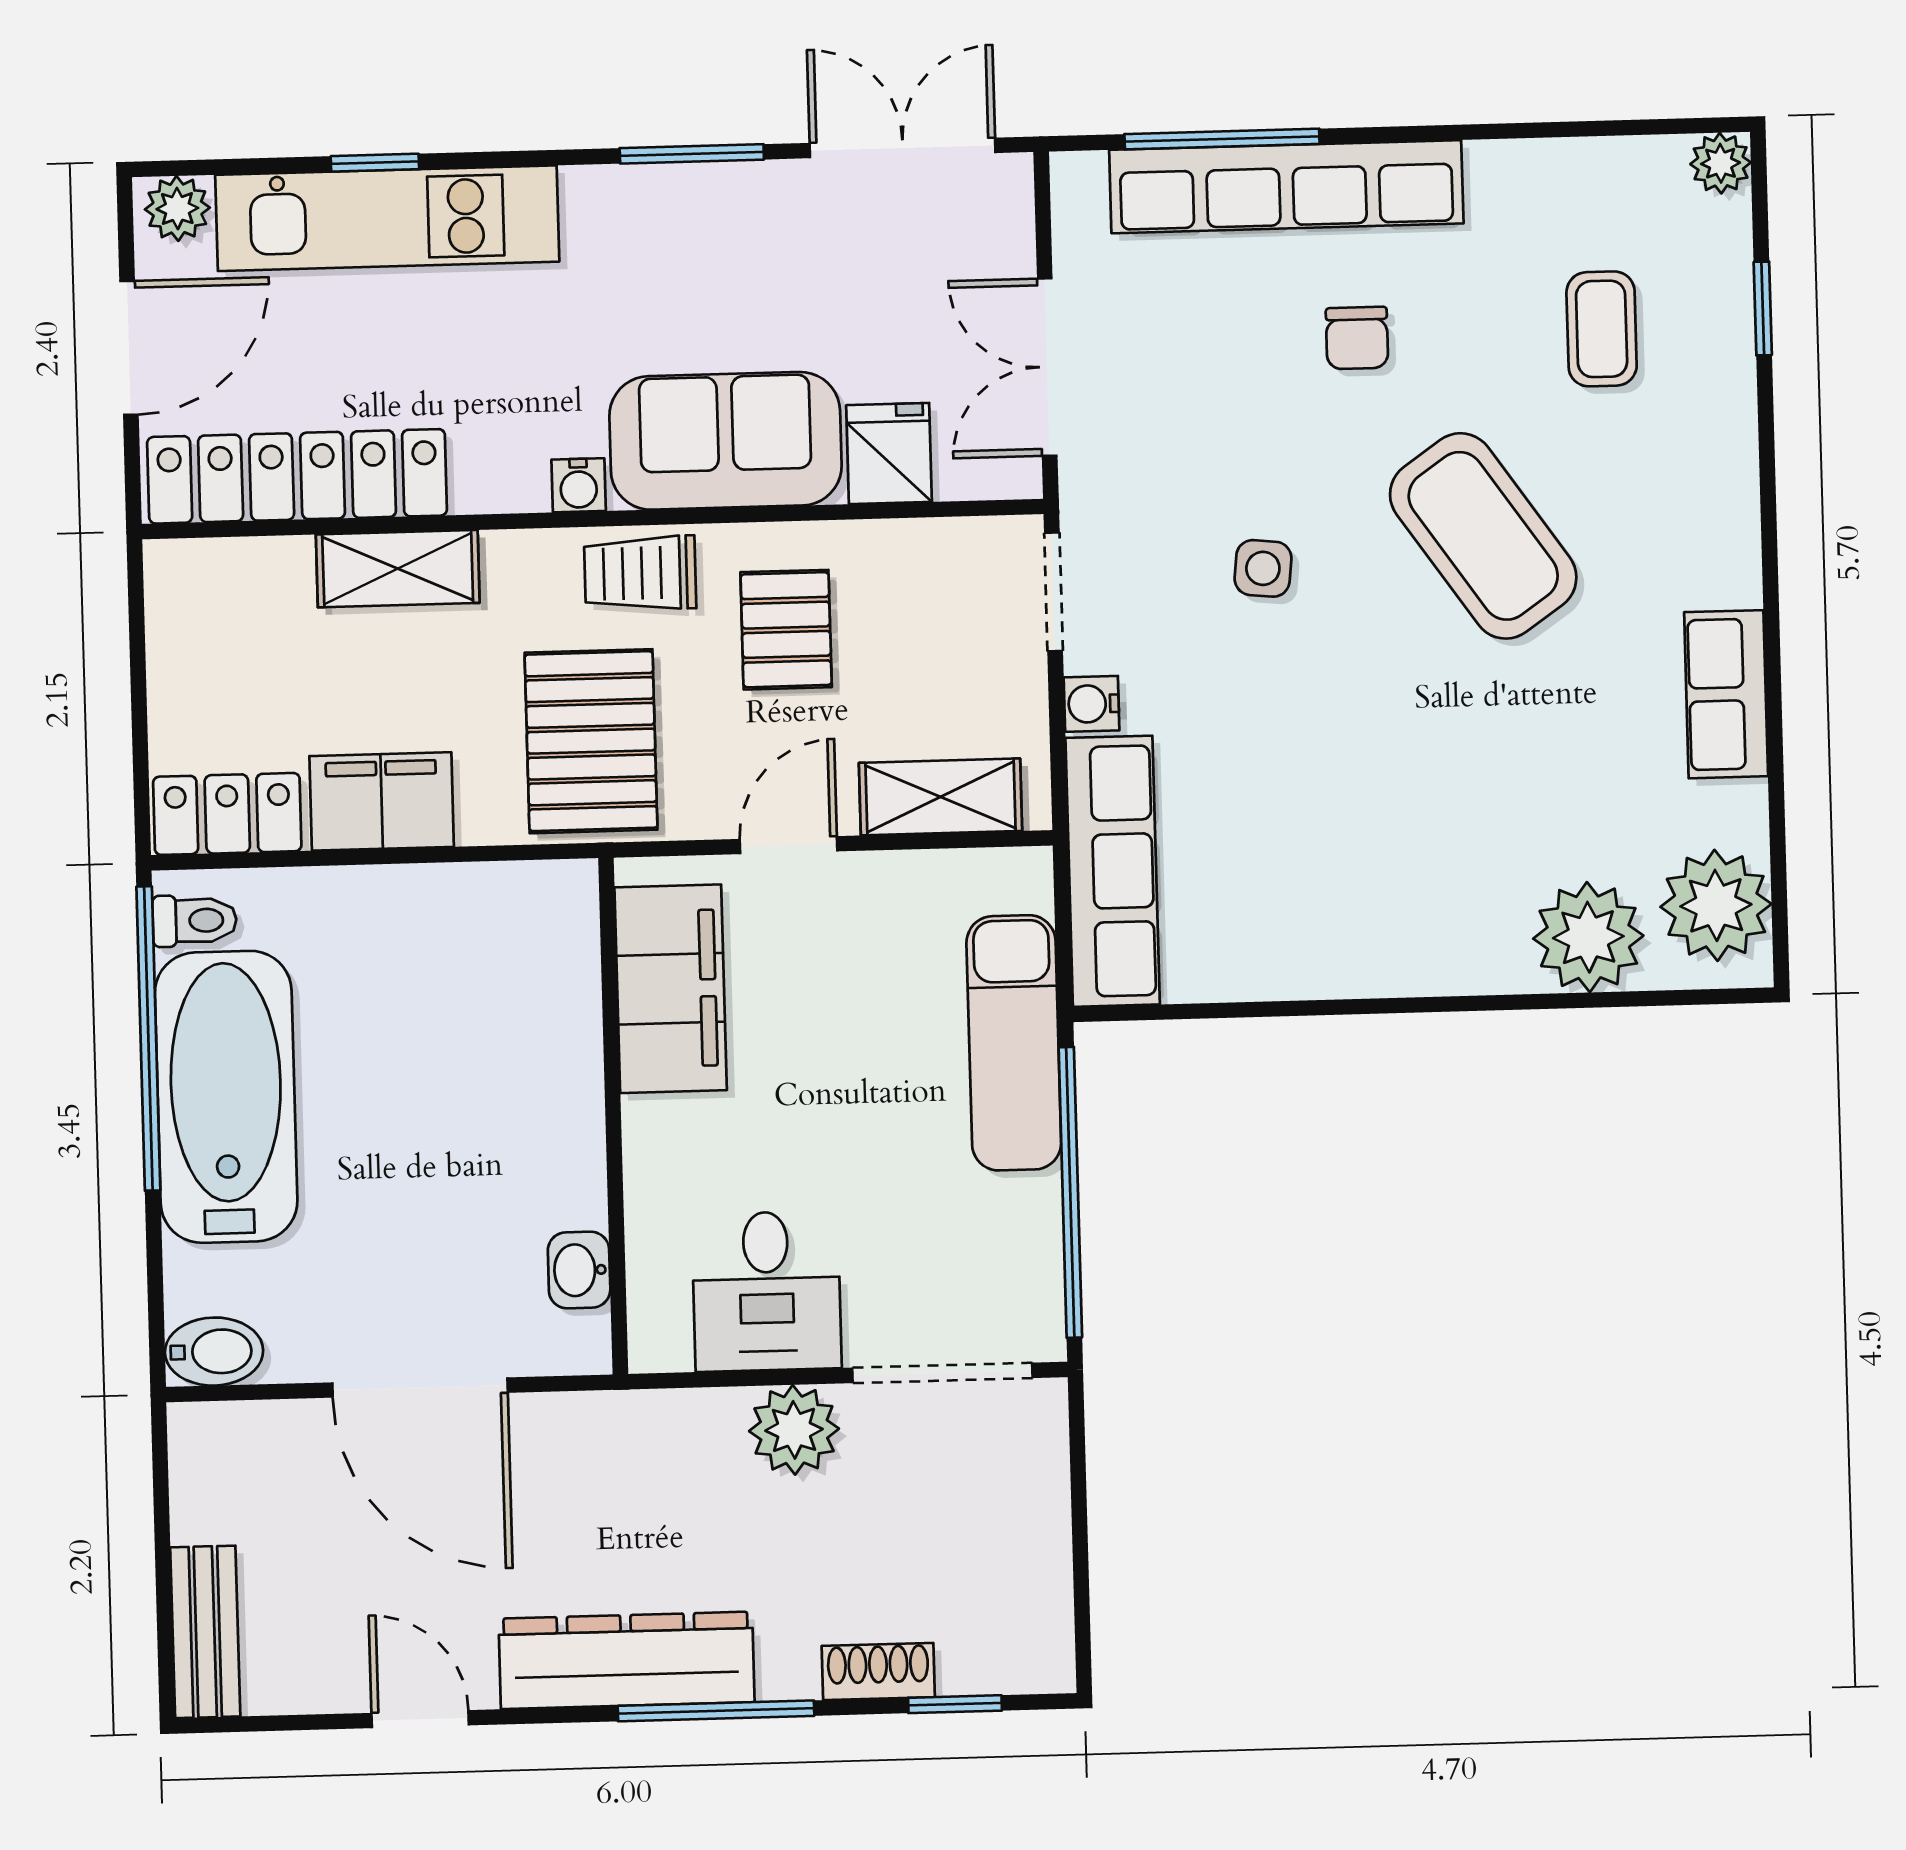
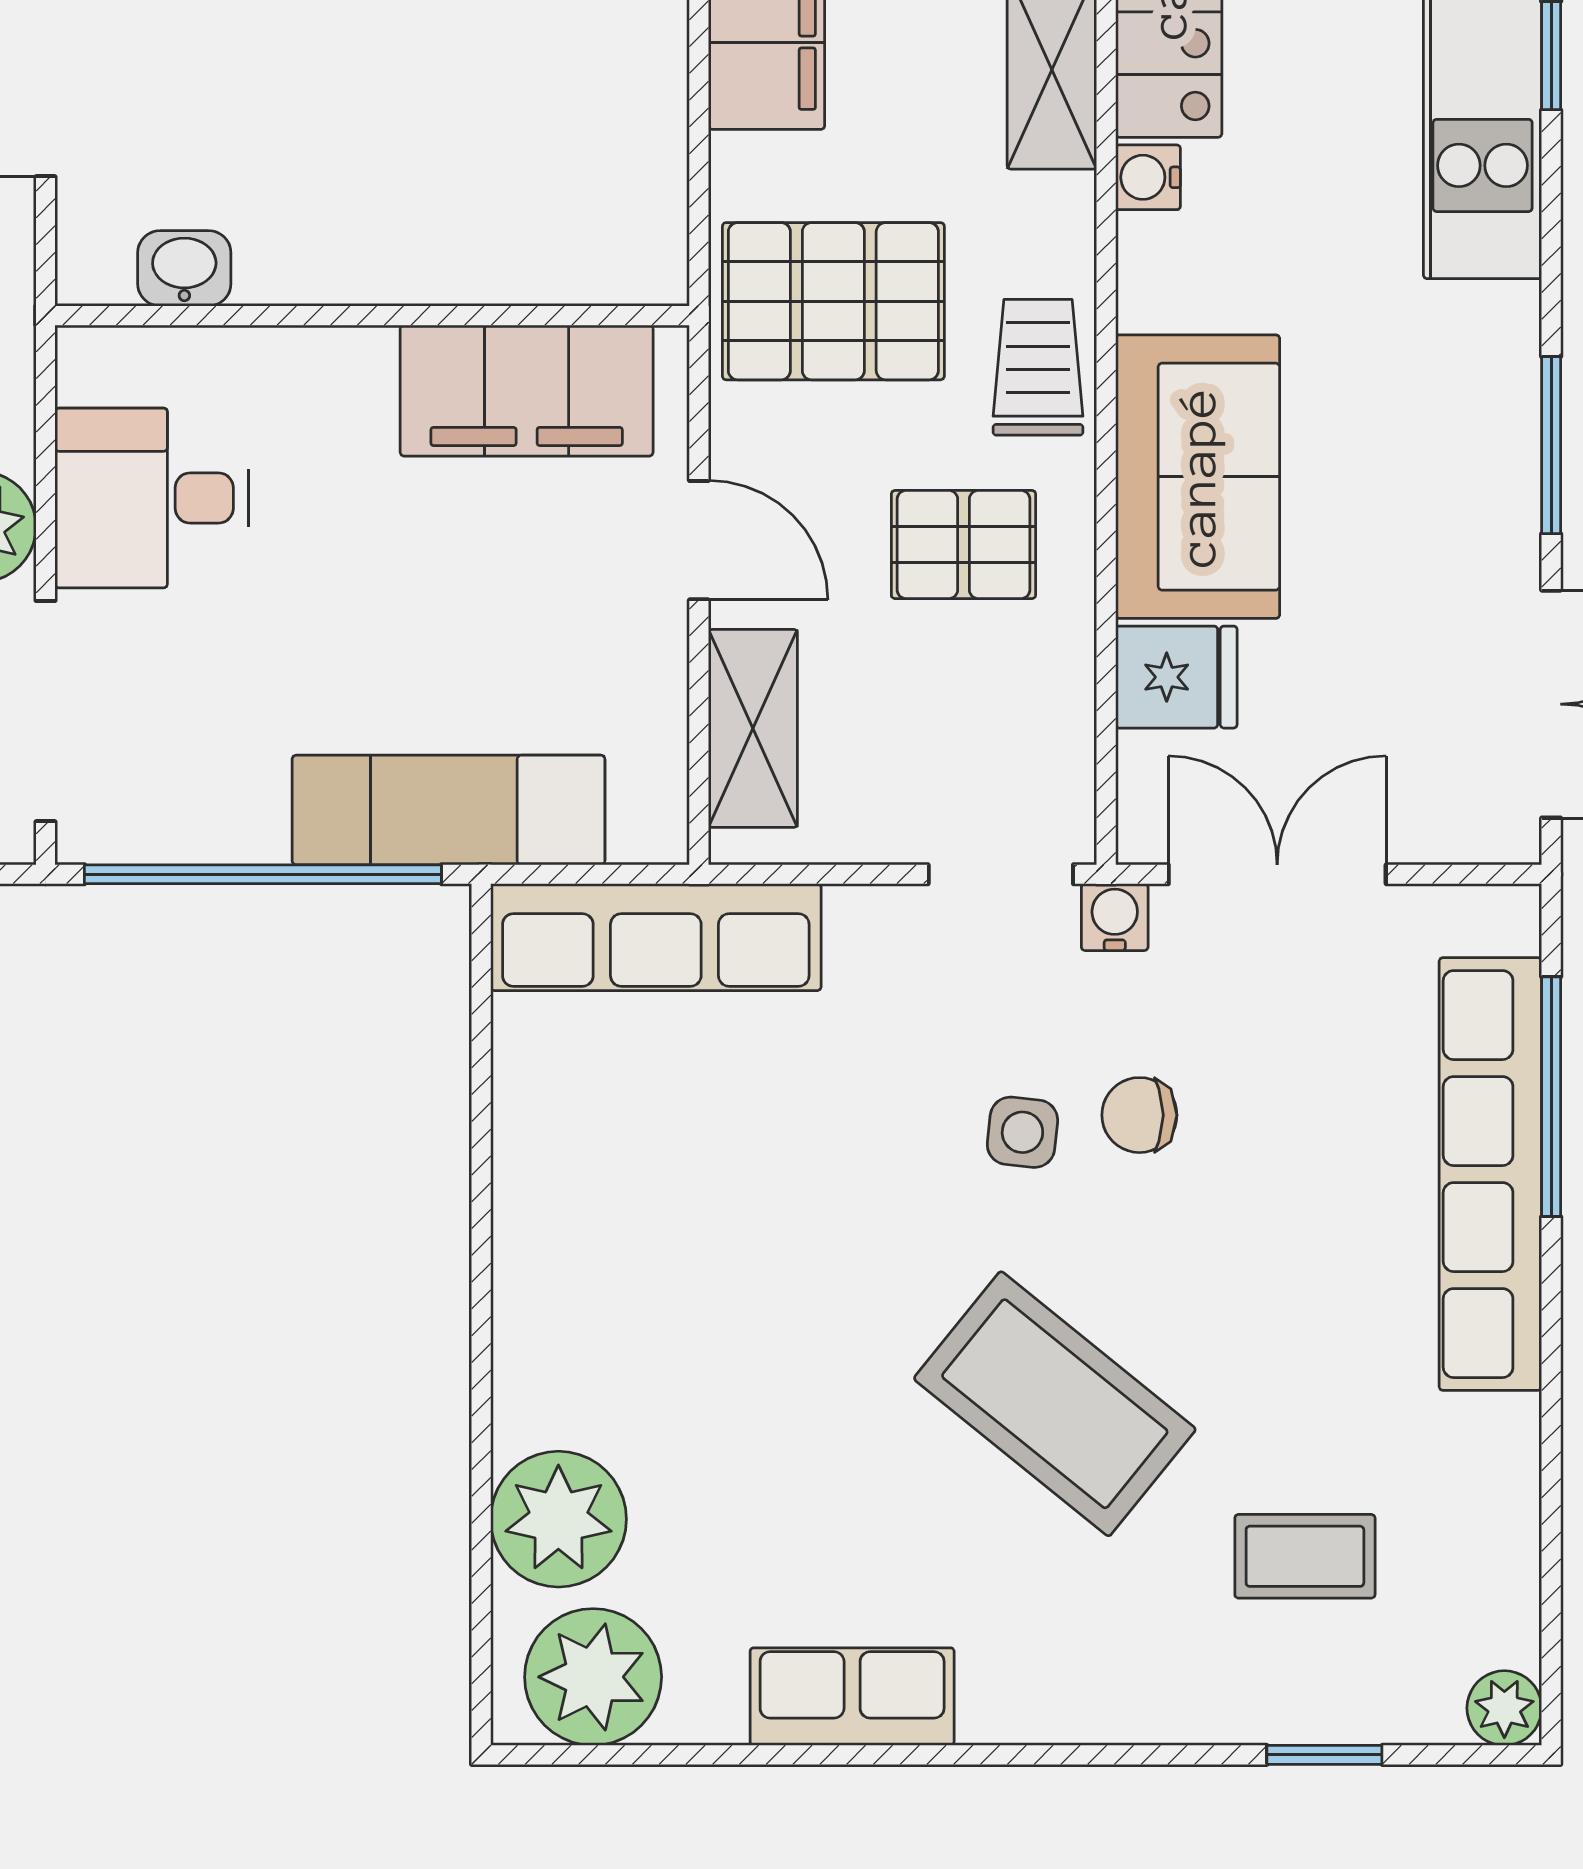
chair: (1357, 338) -> (1139, 1115), moved
water cooler: (579, 485) -> (1148, 177), moved
coffee table: (1483, 536) -> (1055, 1404), turned 74
water cooler: (1092, 704) -> (1115, 917), moved

